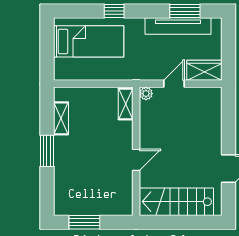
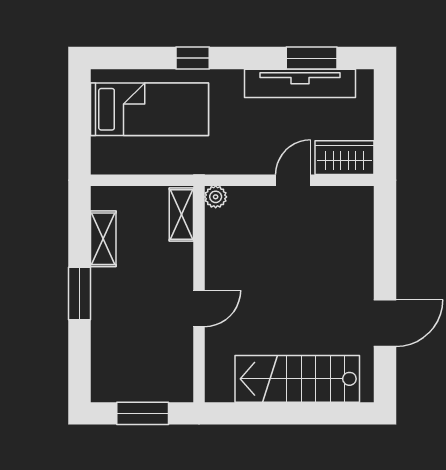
plant: (146, 94) -> (216, 197), moved
shelving: (126, 104) -> (181, 215), moved
wall: (136, 151) -> (199, 294), moved
door: (136, 160) -> (199, 308), moved

